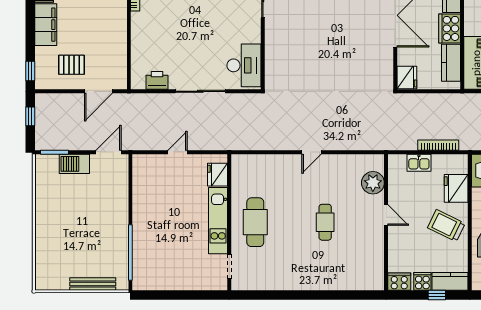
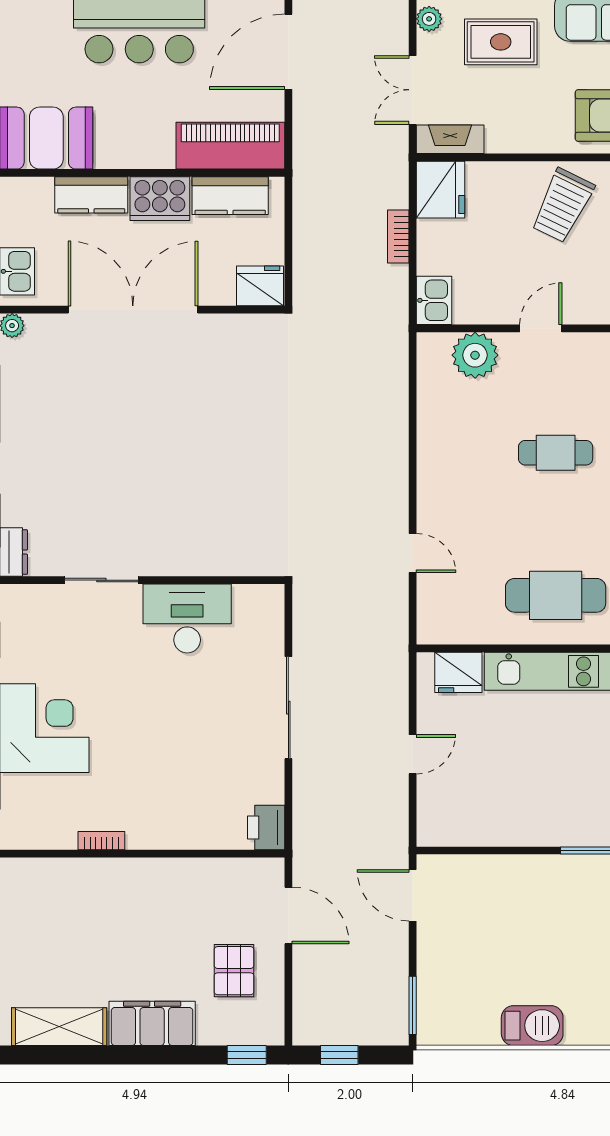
desk: (244, 65) -> (187, 618), moved
printer: (157, 80) -> (266, 828), moved
bookcase: (438, 145) -> (398, 237), width x0.64
door: (177, 152) -> (413, 754), swing flipped
door: (312, 152) -> (413, 553), moved
kitchen sink: (419, 163) -> (434, 300), moved
barbecue: (74, 164) -> (532, 1026), moved, turned -90
fridge: (456, 188) -> (440, 190), moved, turned -90

